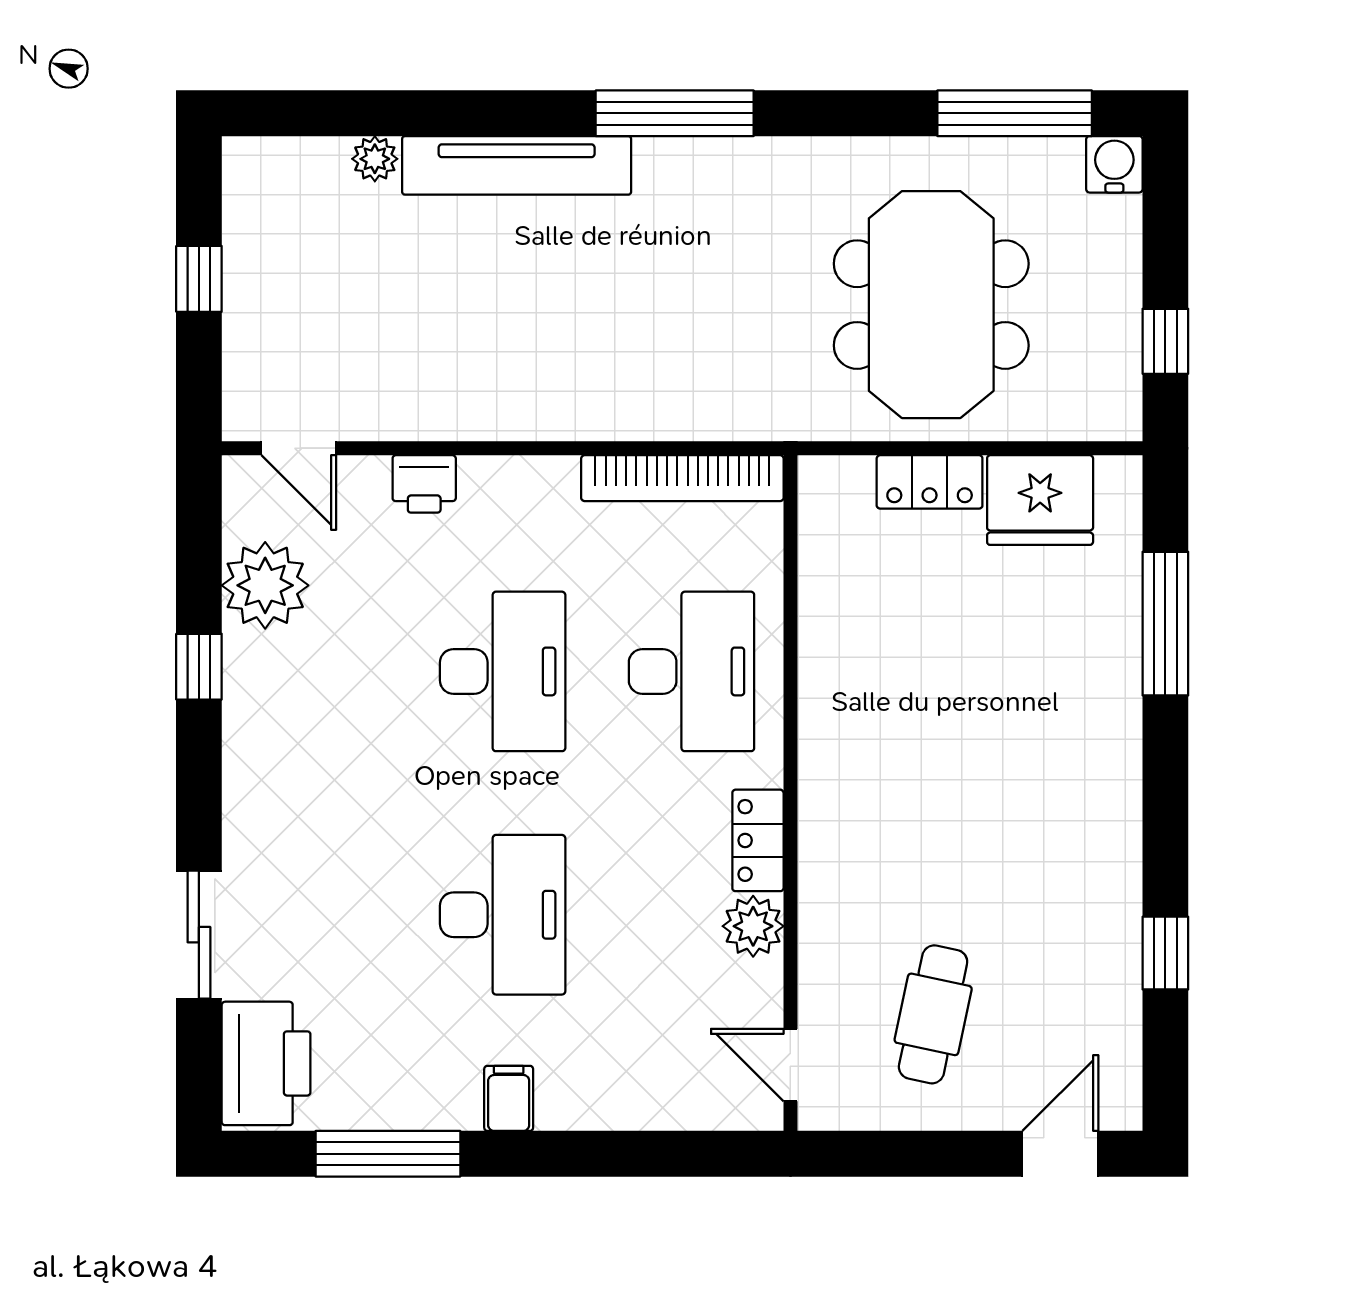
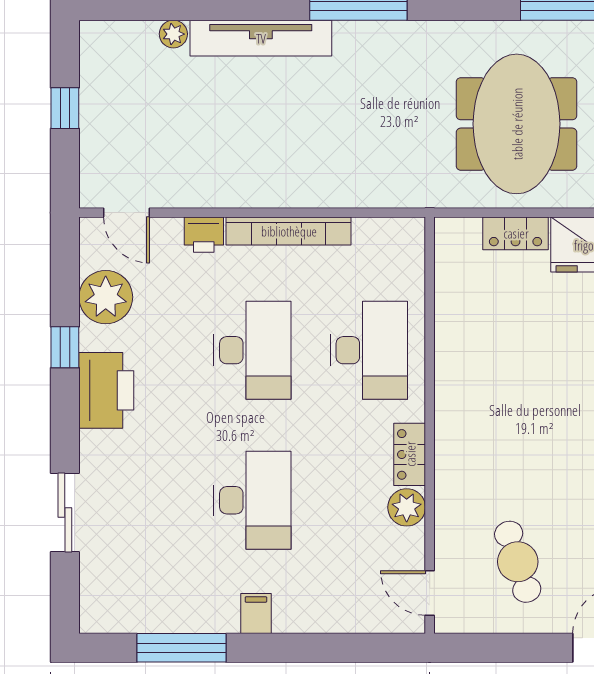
bookcase: (682, 478) -> (289, 231), moved
cafe table: (933, 1014) -> (518, 562), turned -30
printer: (266, 1063) -> (106, 390), moved

